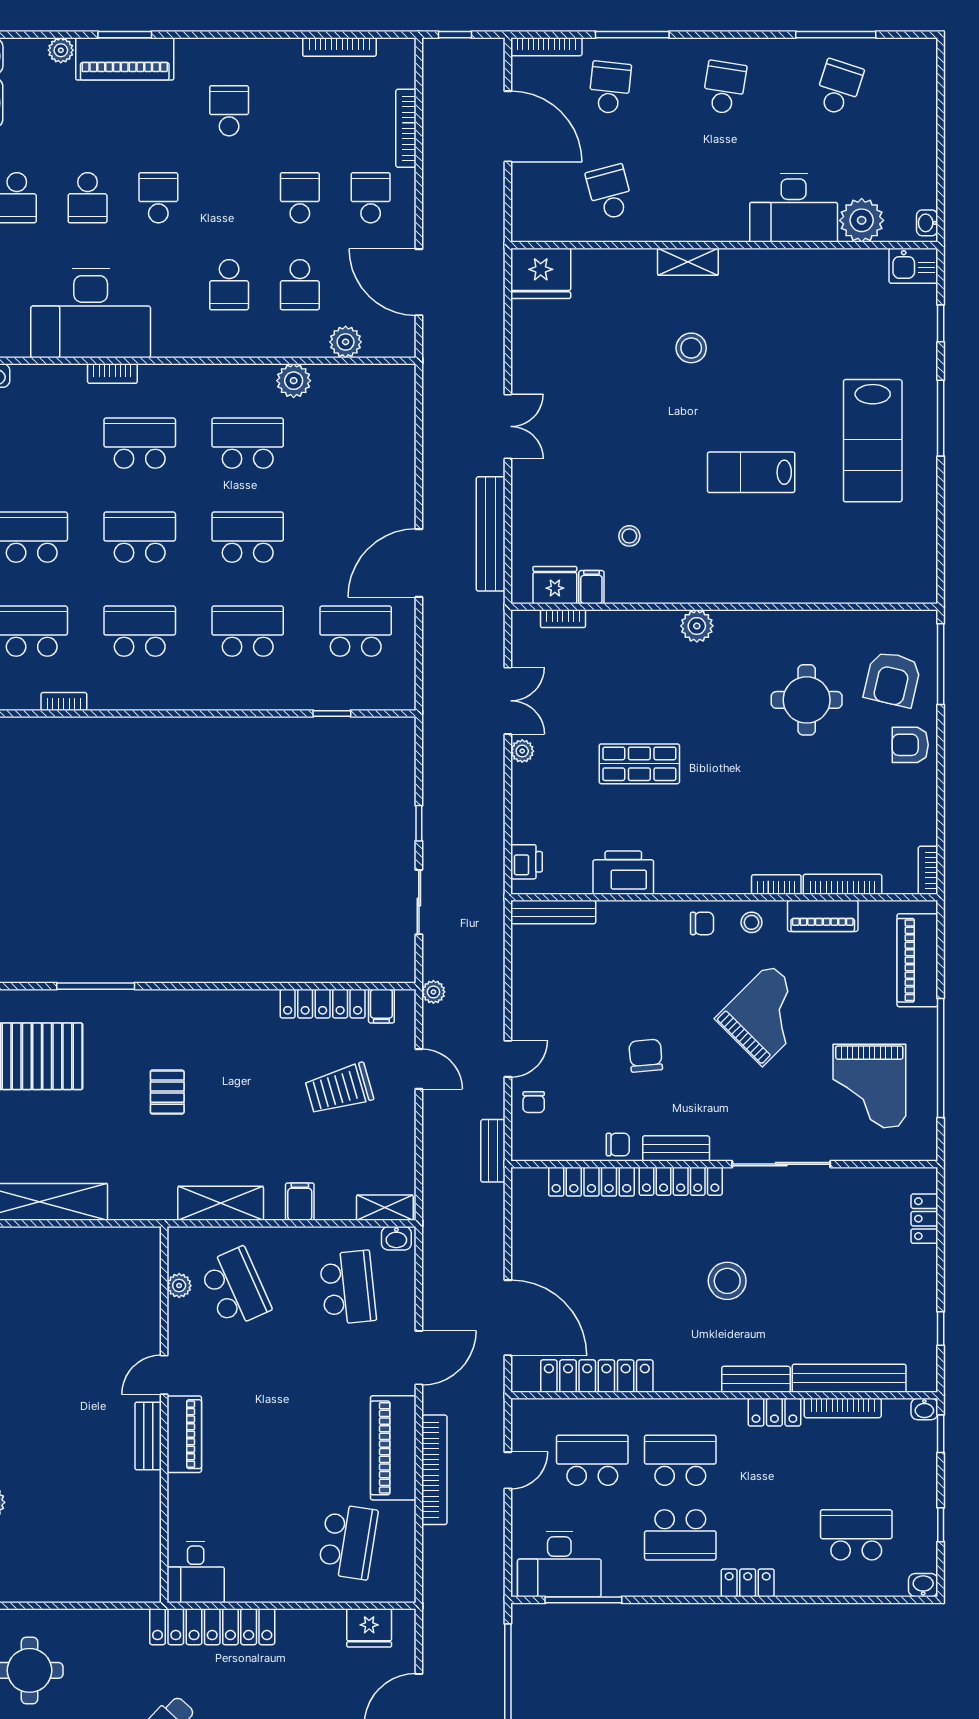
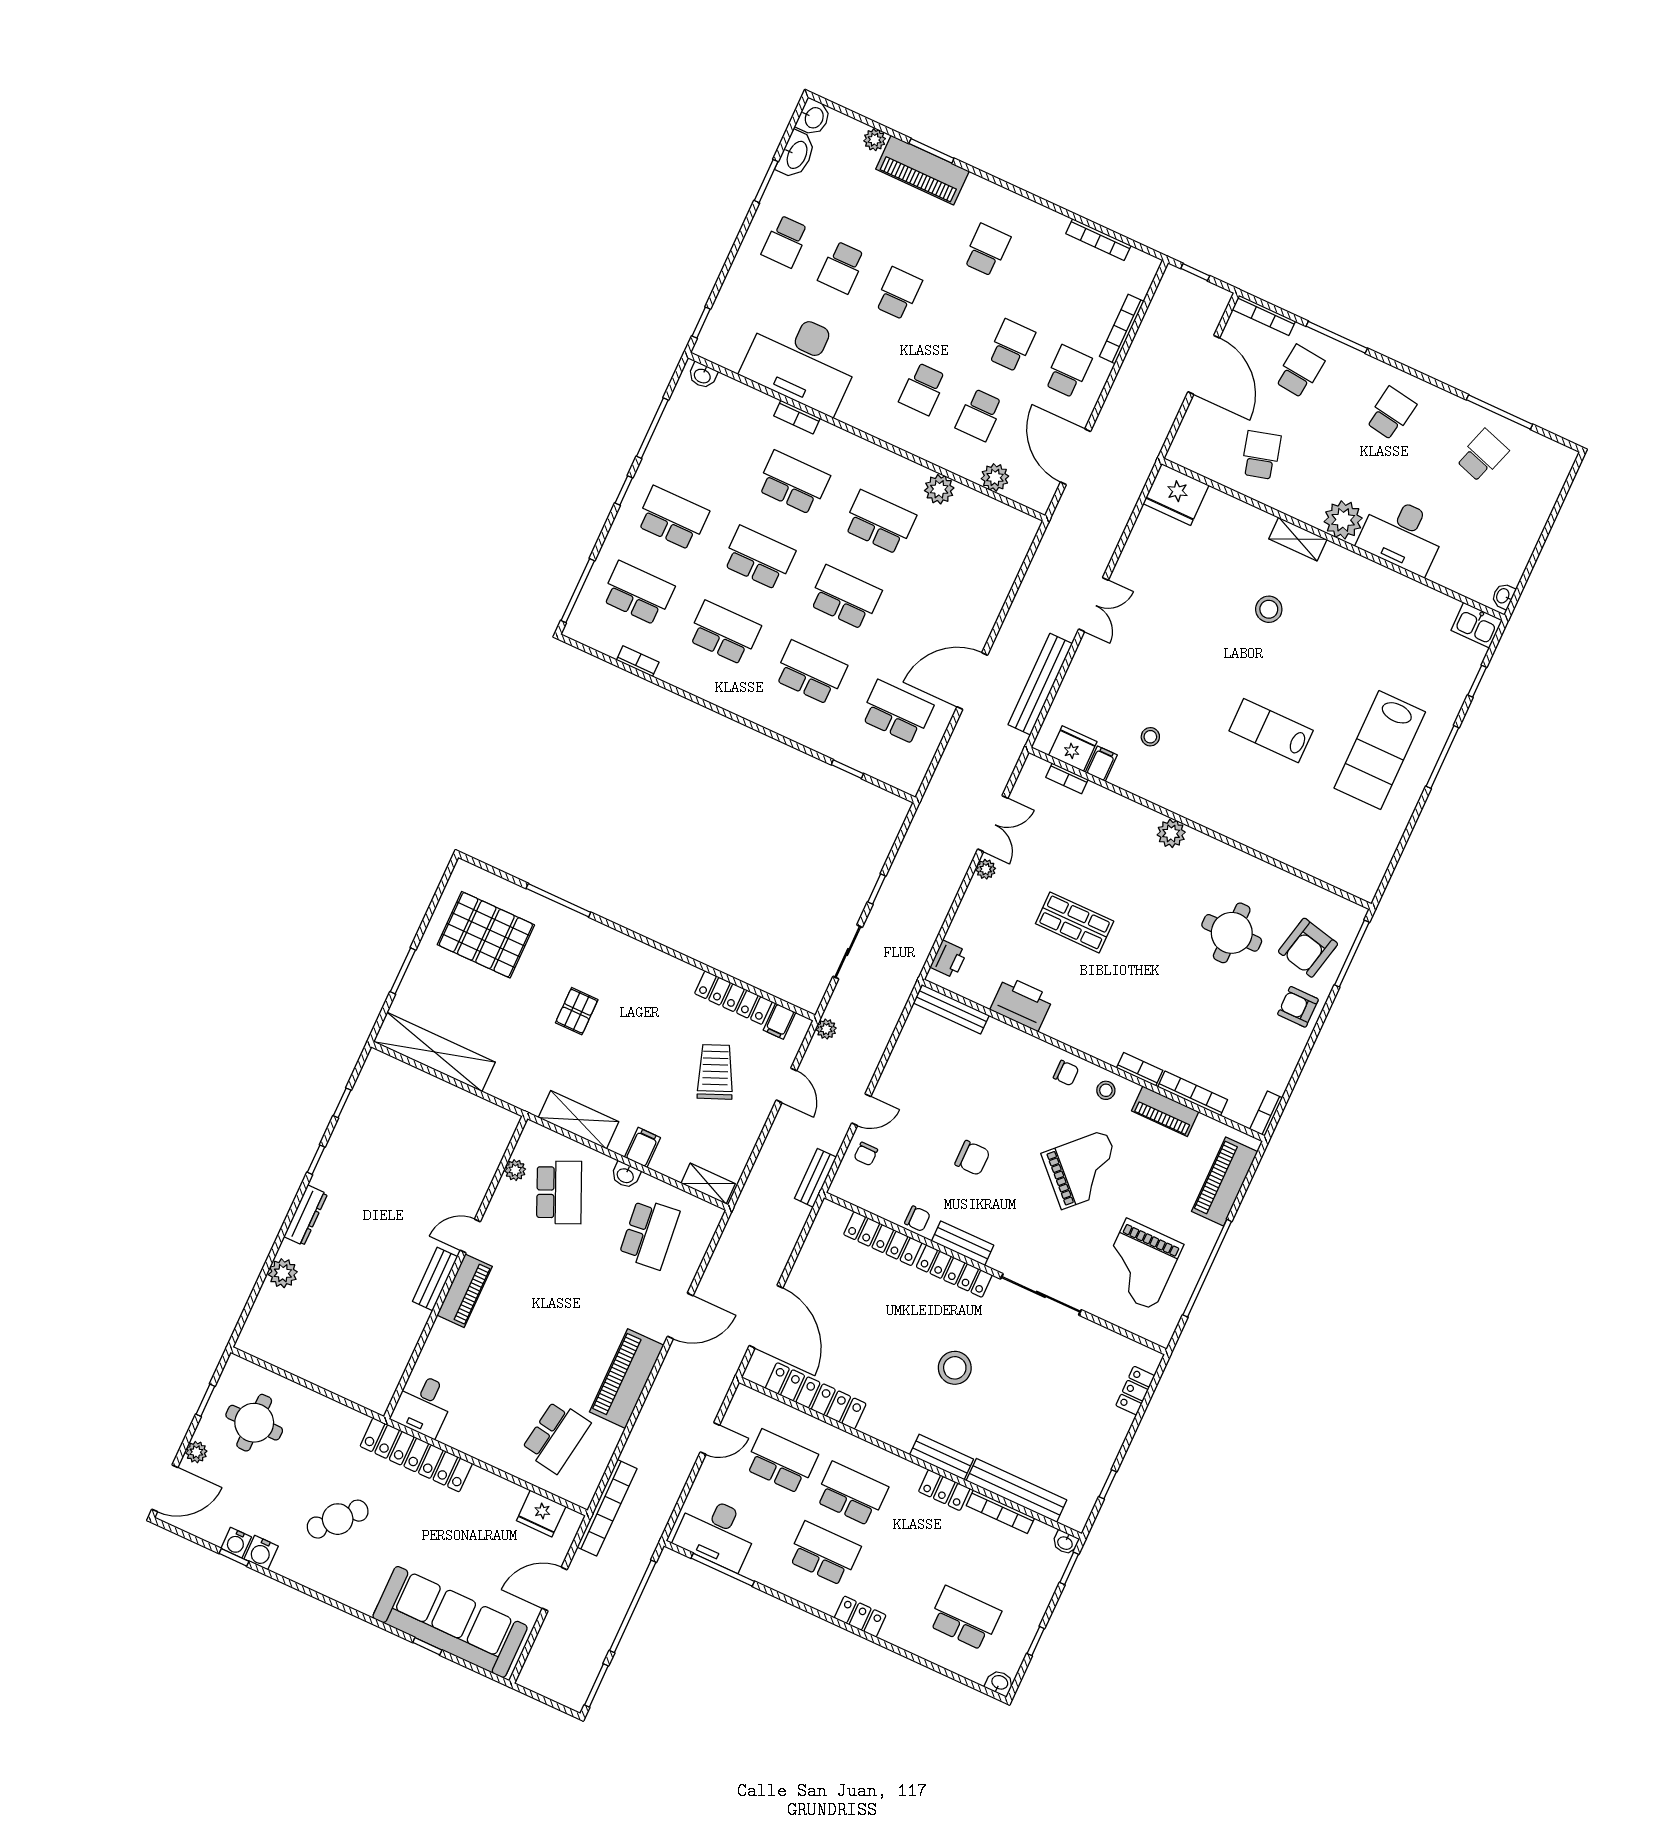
plant: (862, 220) -> (1343, 520), moved
chair: (646, 1056) -> (972, 1158), turned 95
trolley: (339, 1089) -> (715, 1072), turned 83
washbasin: (396, 1238) -> (626, 1175), moved
bookcase: (434, 1470) -> (607, 1508), moved
school desk: (680, 1535) -> (824, 1553), turned 180

